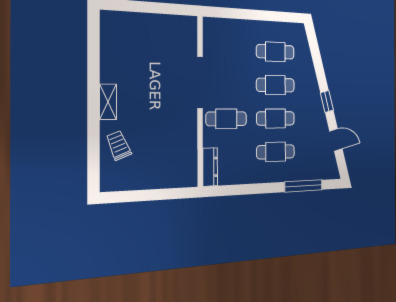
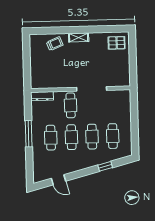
pallet: (120, 34) -> (117, 43), added
window: (327, 101) -> (105, 166), moved
door: (336, 140) -> (58, 180), hinge flipped
window: (304, 186) -> (29, 134), moved

